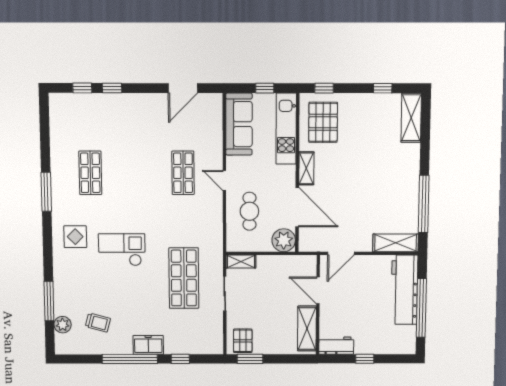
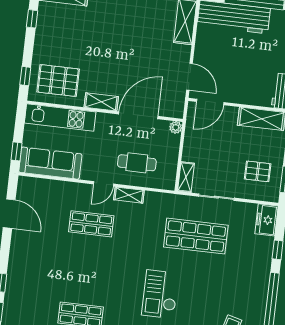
window: (265, 88) -> (16, 151), moved
shelving: (216, 207) -> (129, 195), added
plant: (284, 240) -> (176, 127), width x0.53, depth x0.53
door: (318, 290) -> (210, 102), moved
pallet: (243, 341) -> (258, 171), moved
freezer: (148, 345) -> (267, 220), moved

